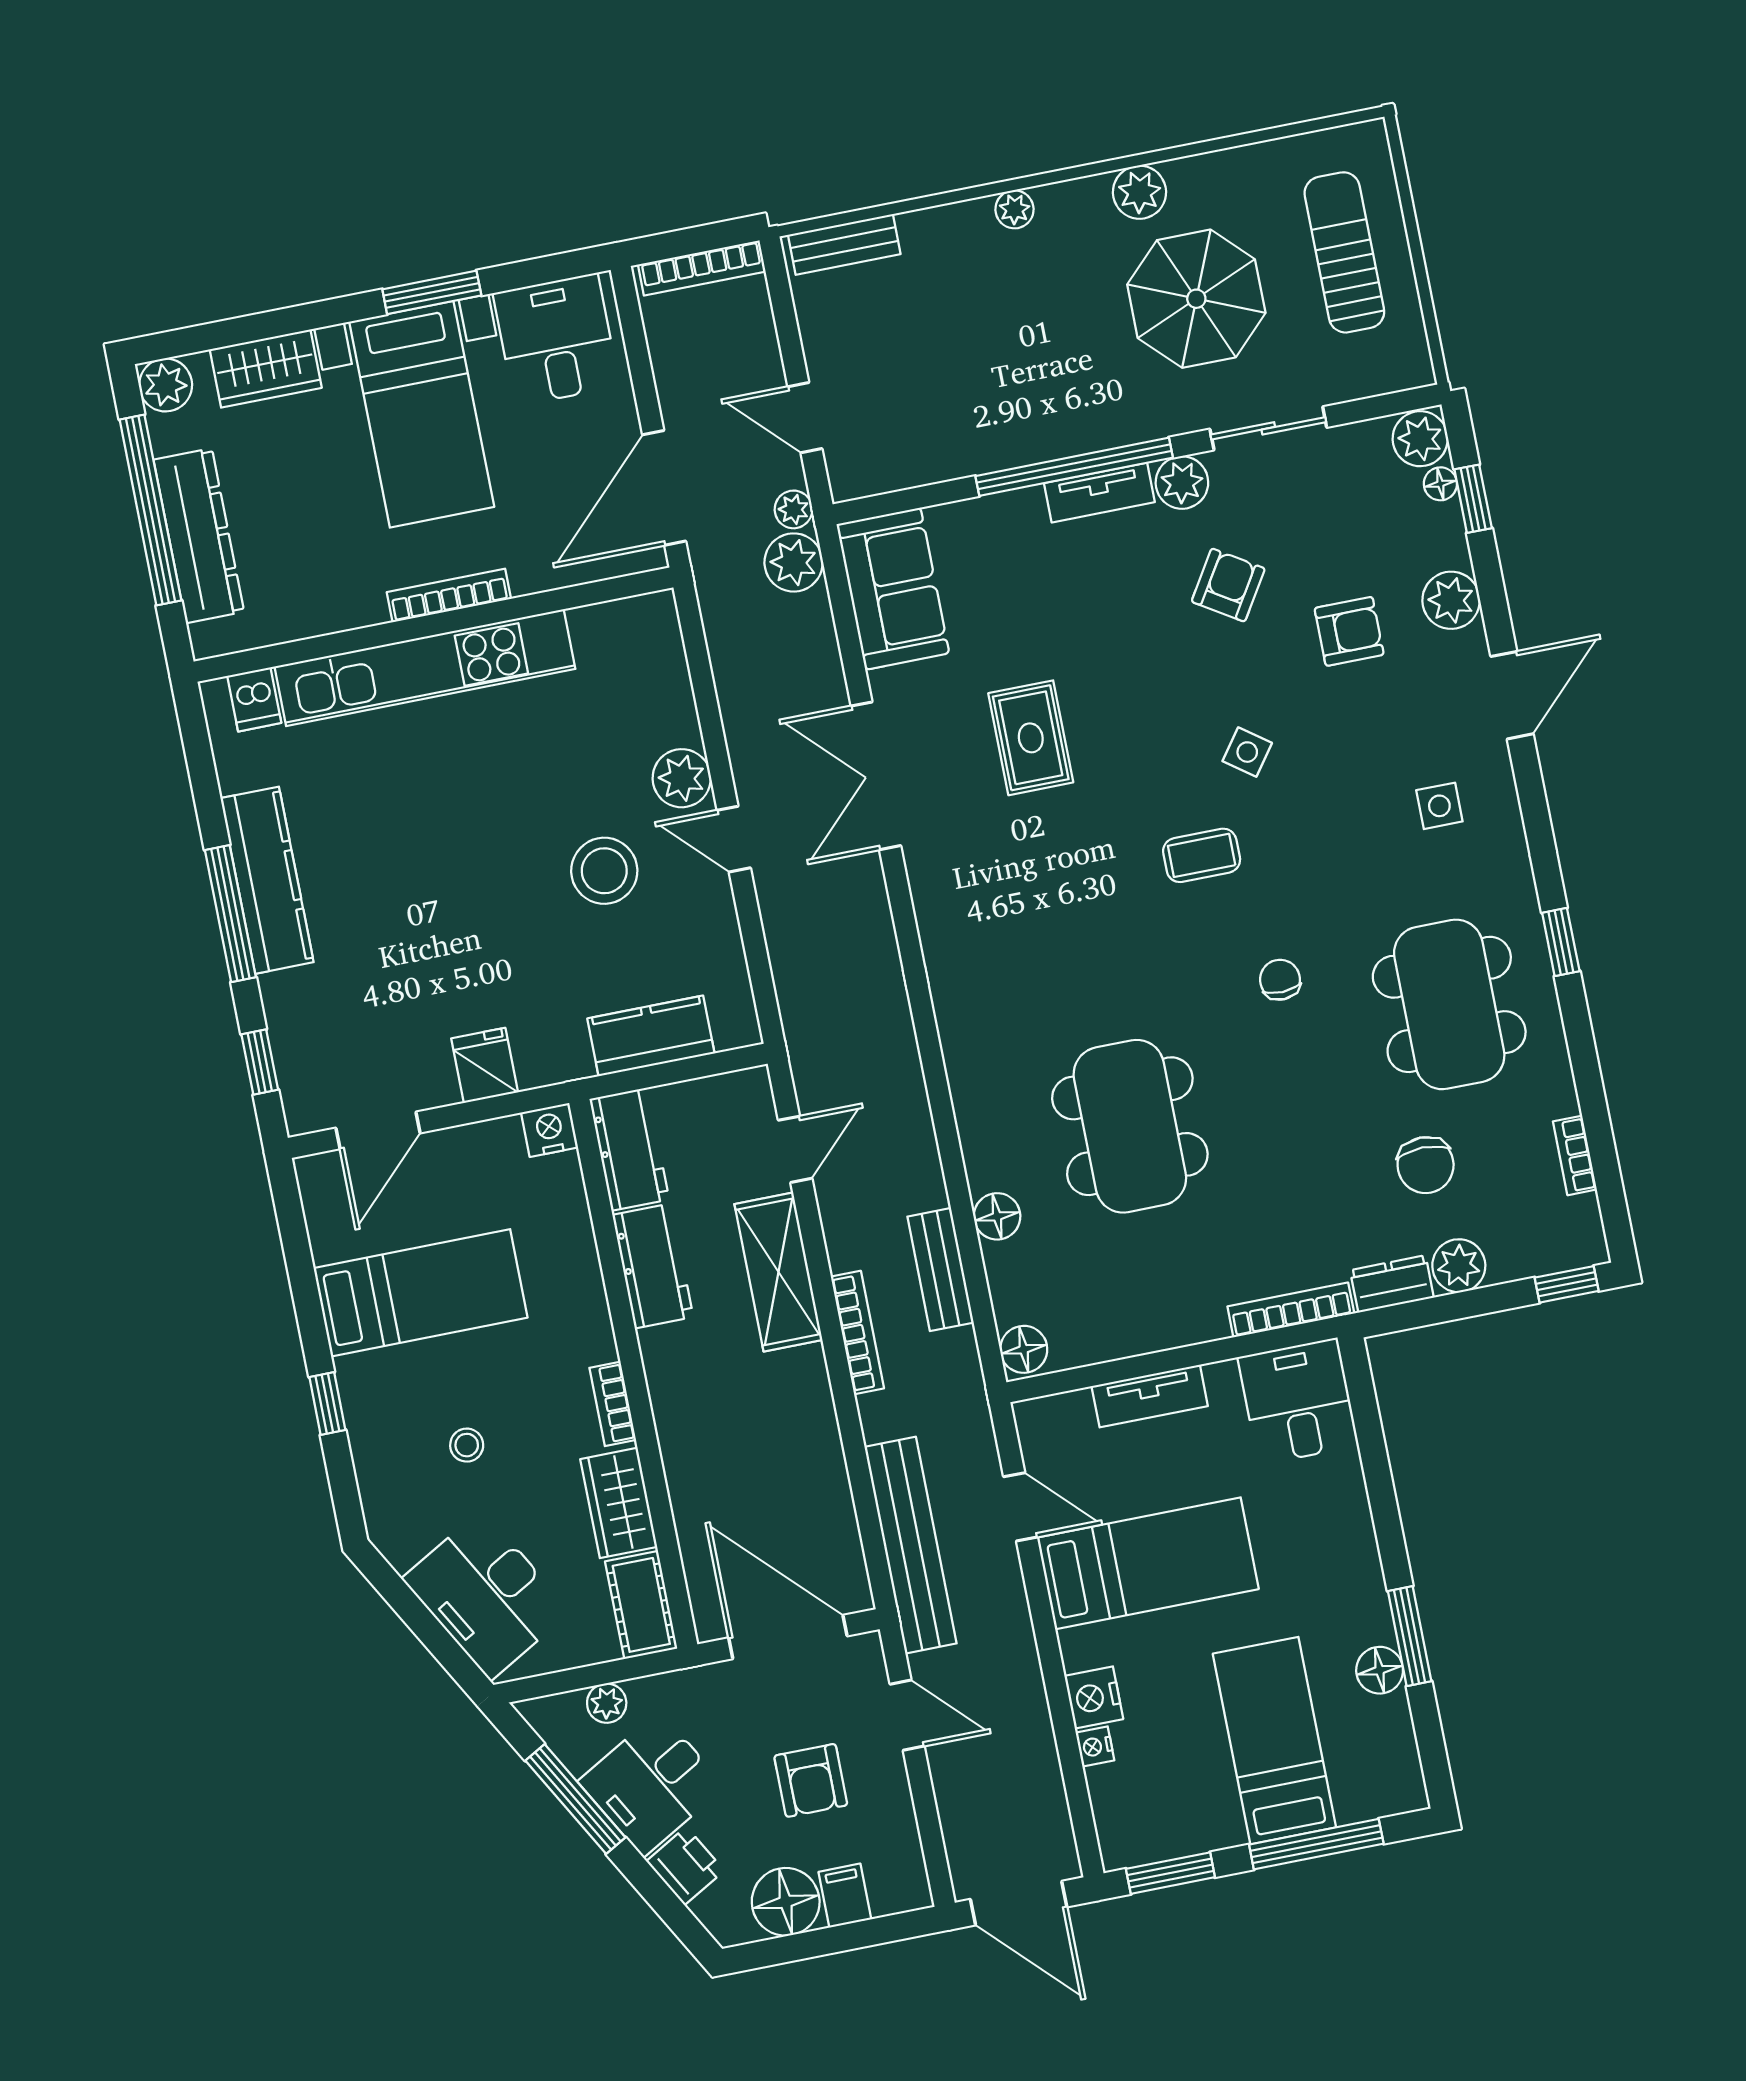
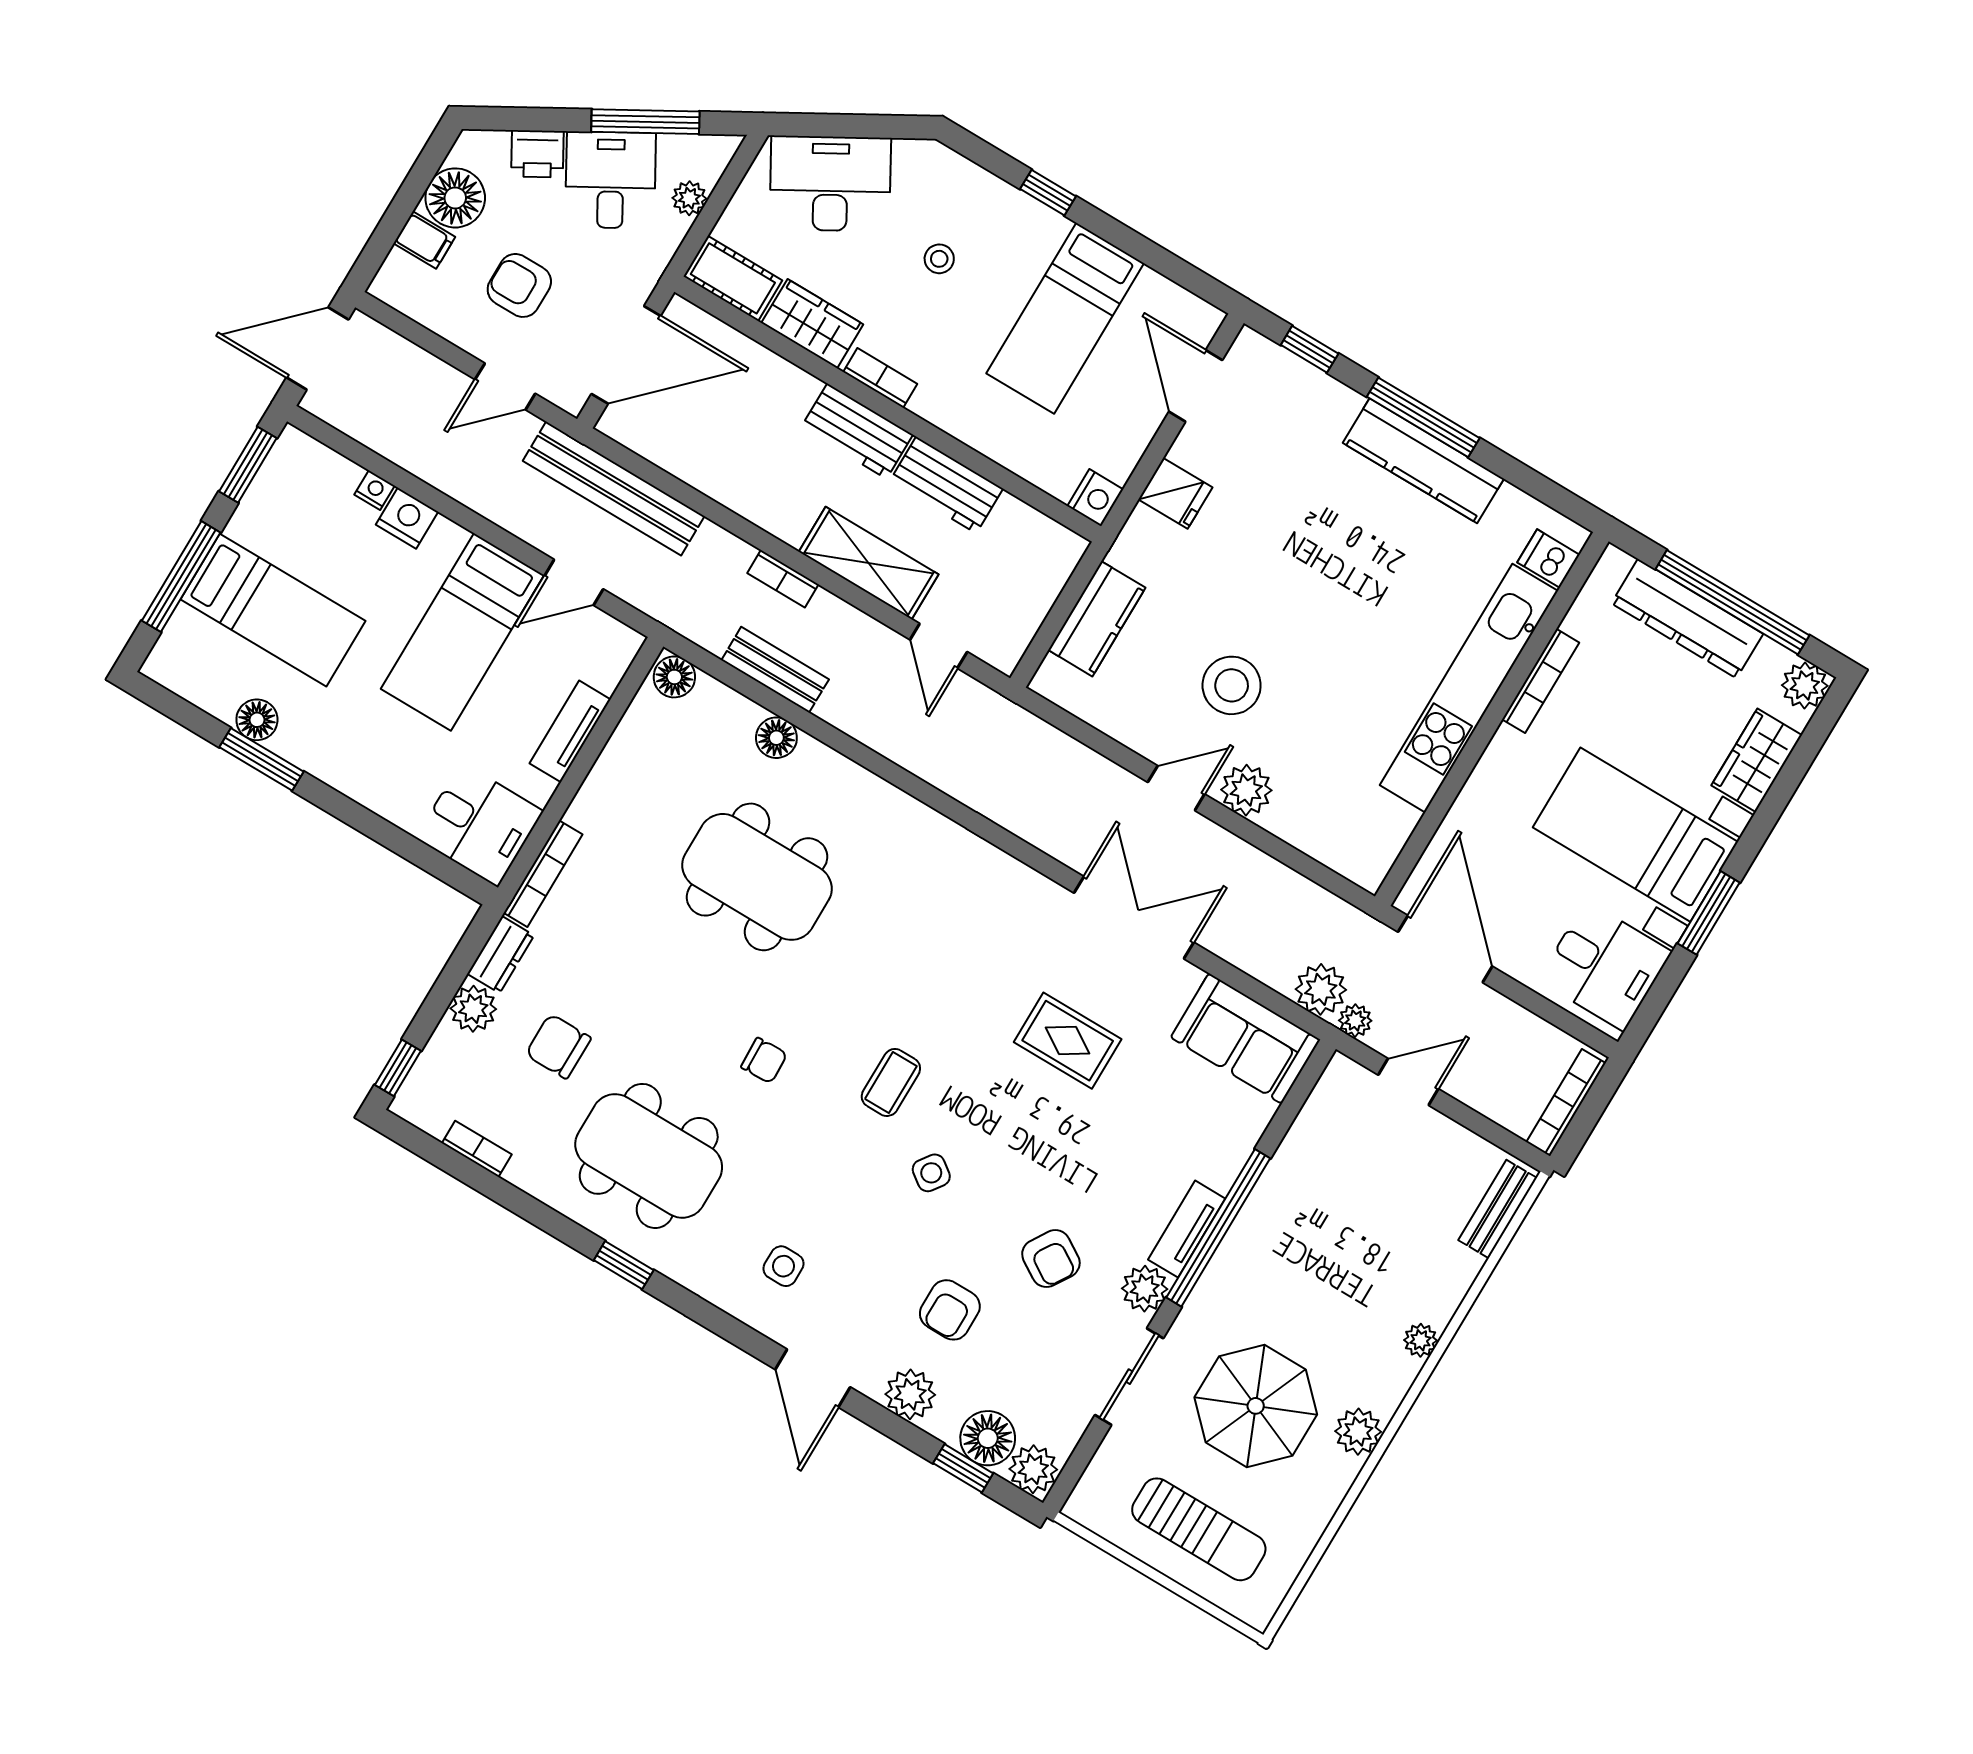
floor lamp: (1440, 484) -> (988, 1438), width x1.89, depth x1.89
bookcase: (449, 595) -> (1541, 681), moved
workbench: (629, 1149) -> (857, 431), moved
bookcase: (857, 1333) -> (783, 579), width x0.64

